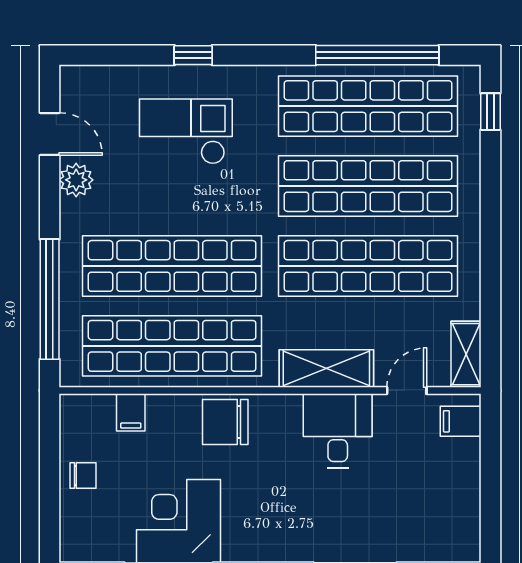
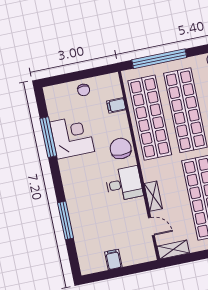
shelving: (326, 368) -> (153, 196), width x0.67, depth x0.75
filing cabinet: (461, 421) -> (113, 259), moved
desk: (338, 431) -> (124, 184), moved

